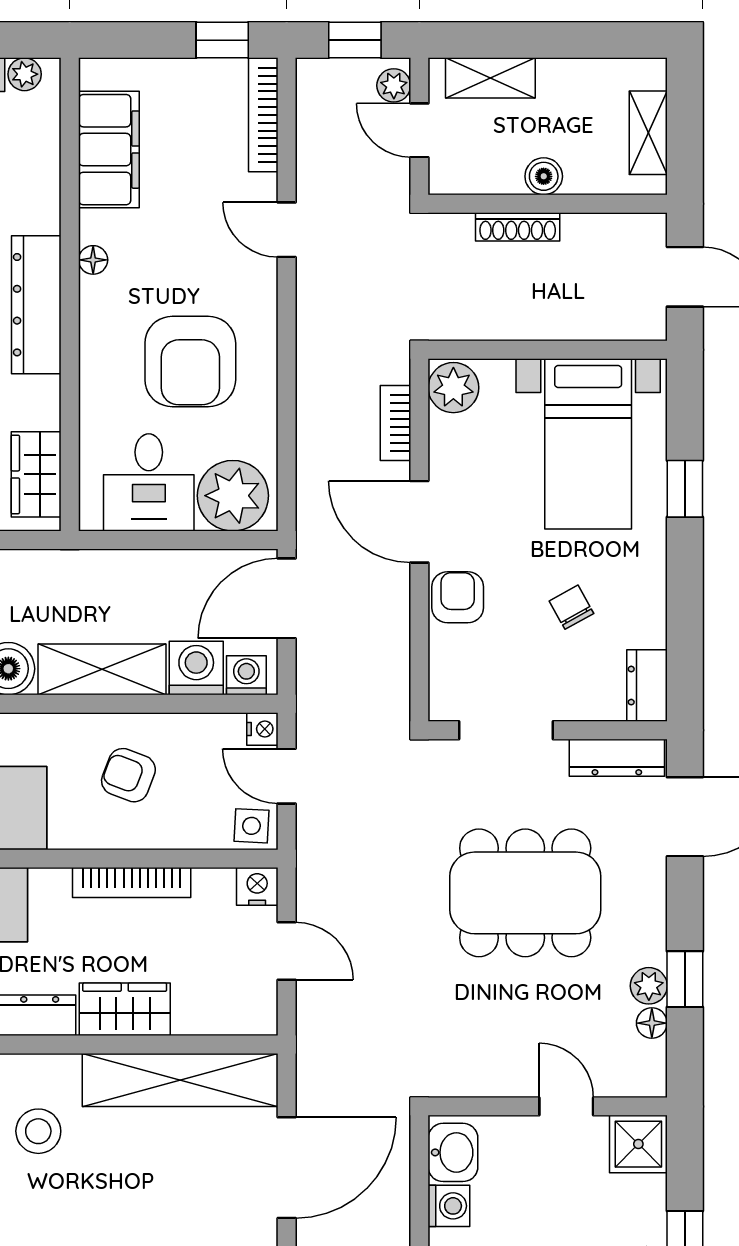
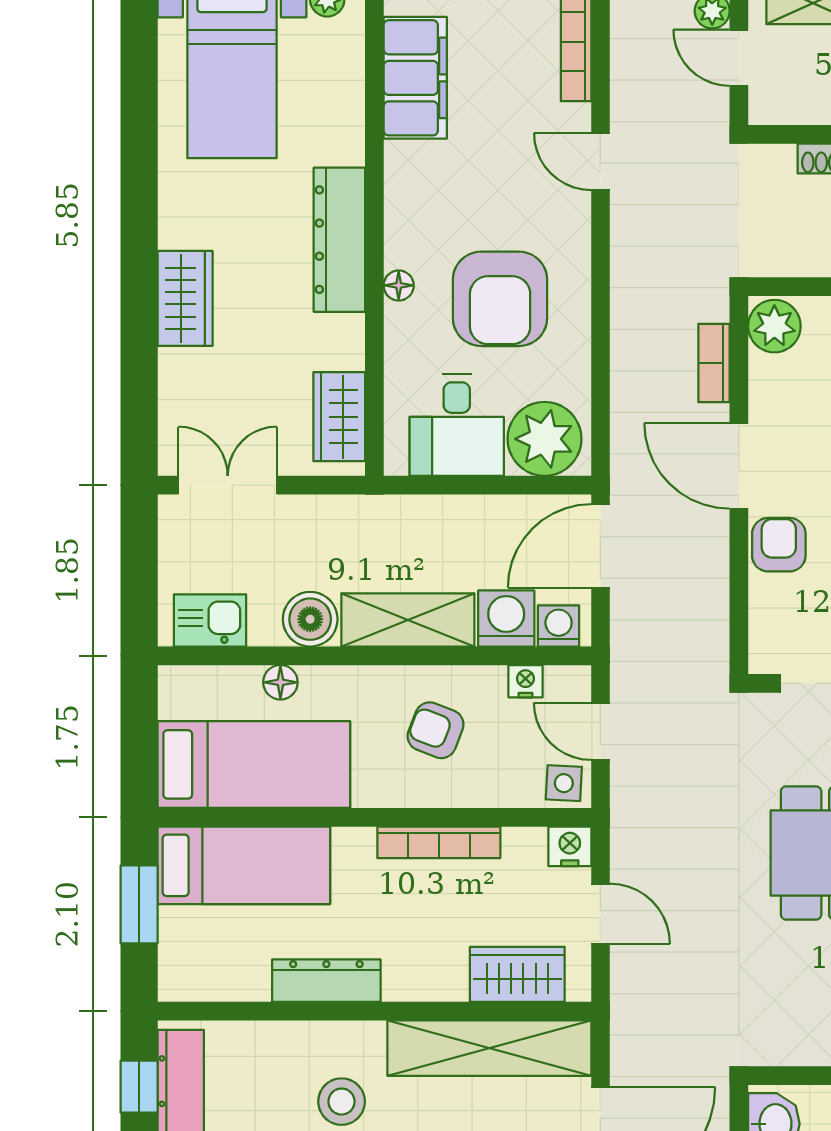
floor lamp: (93, 260) -> (399, 285), moved
nightstand: (262, 729) -> (526, 681), moved, turned -90
wardrobe: (125, 1009) -> (517, 974), moved

